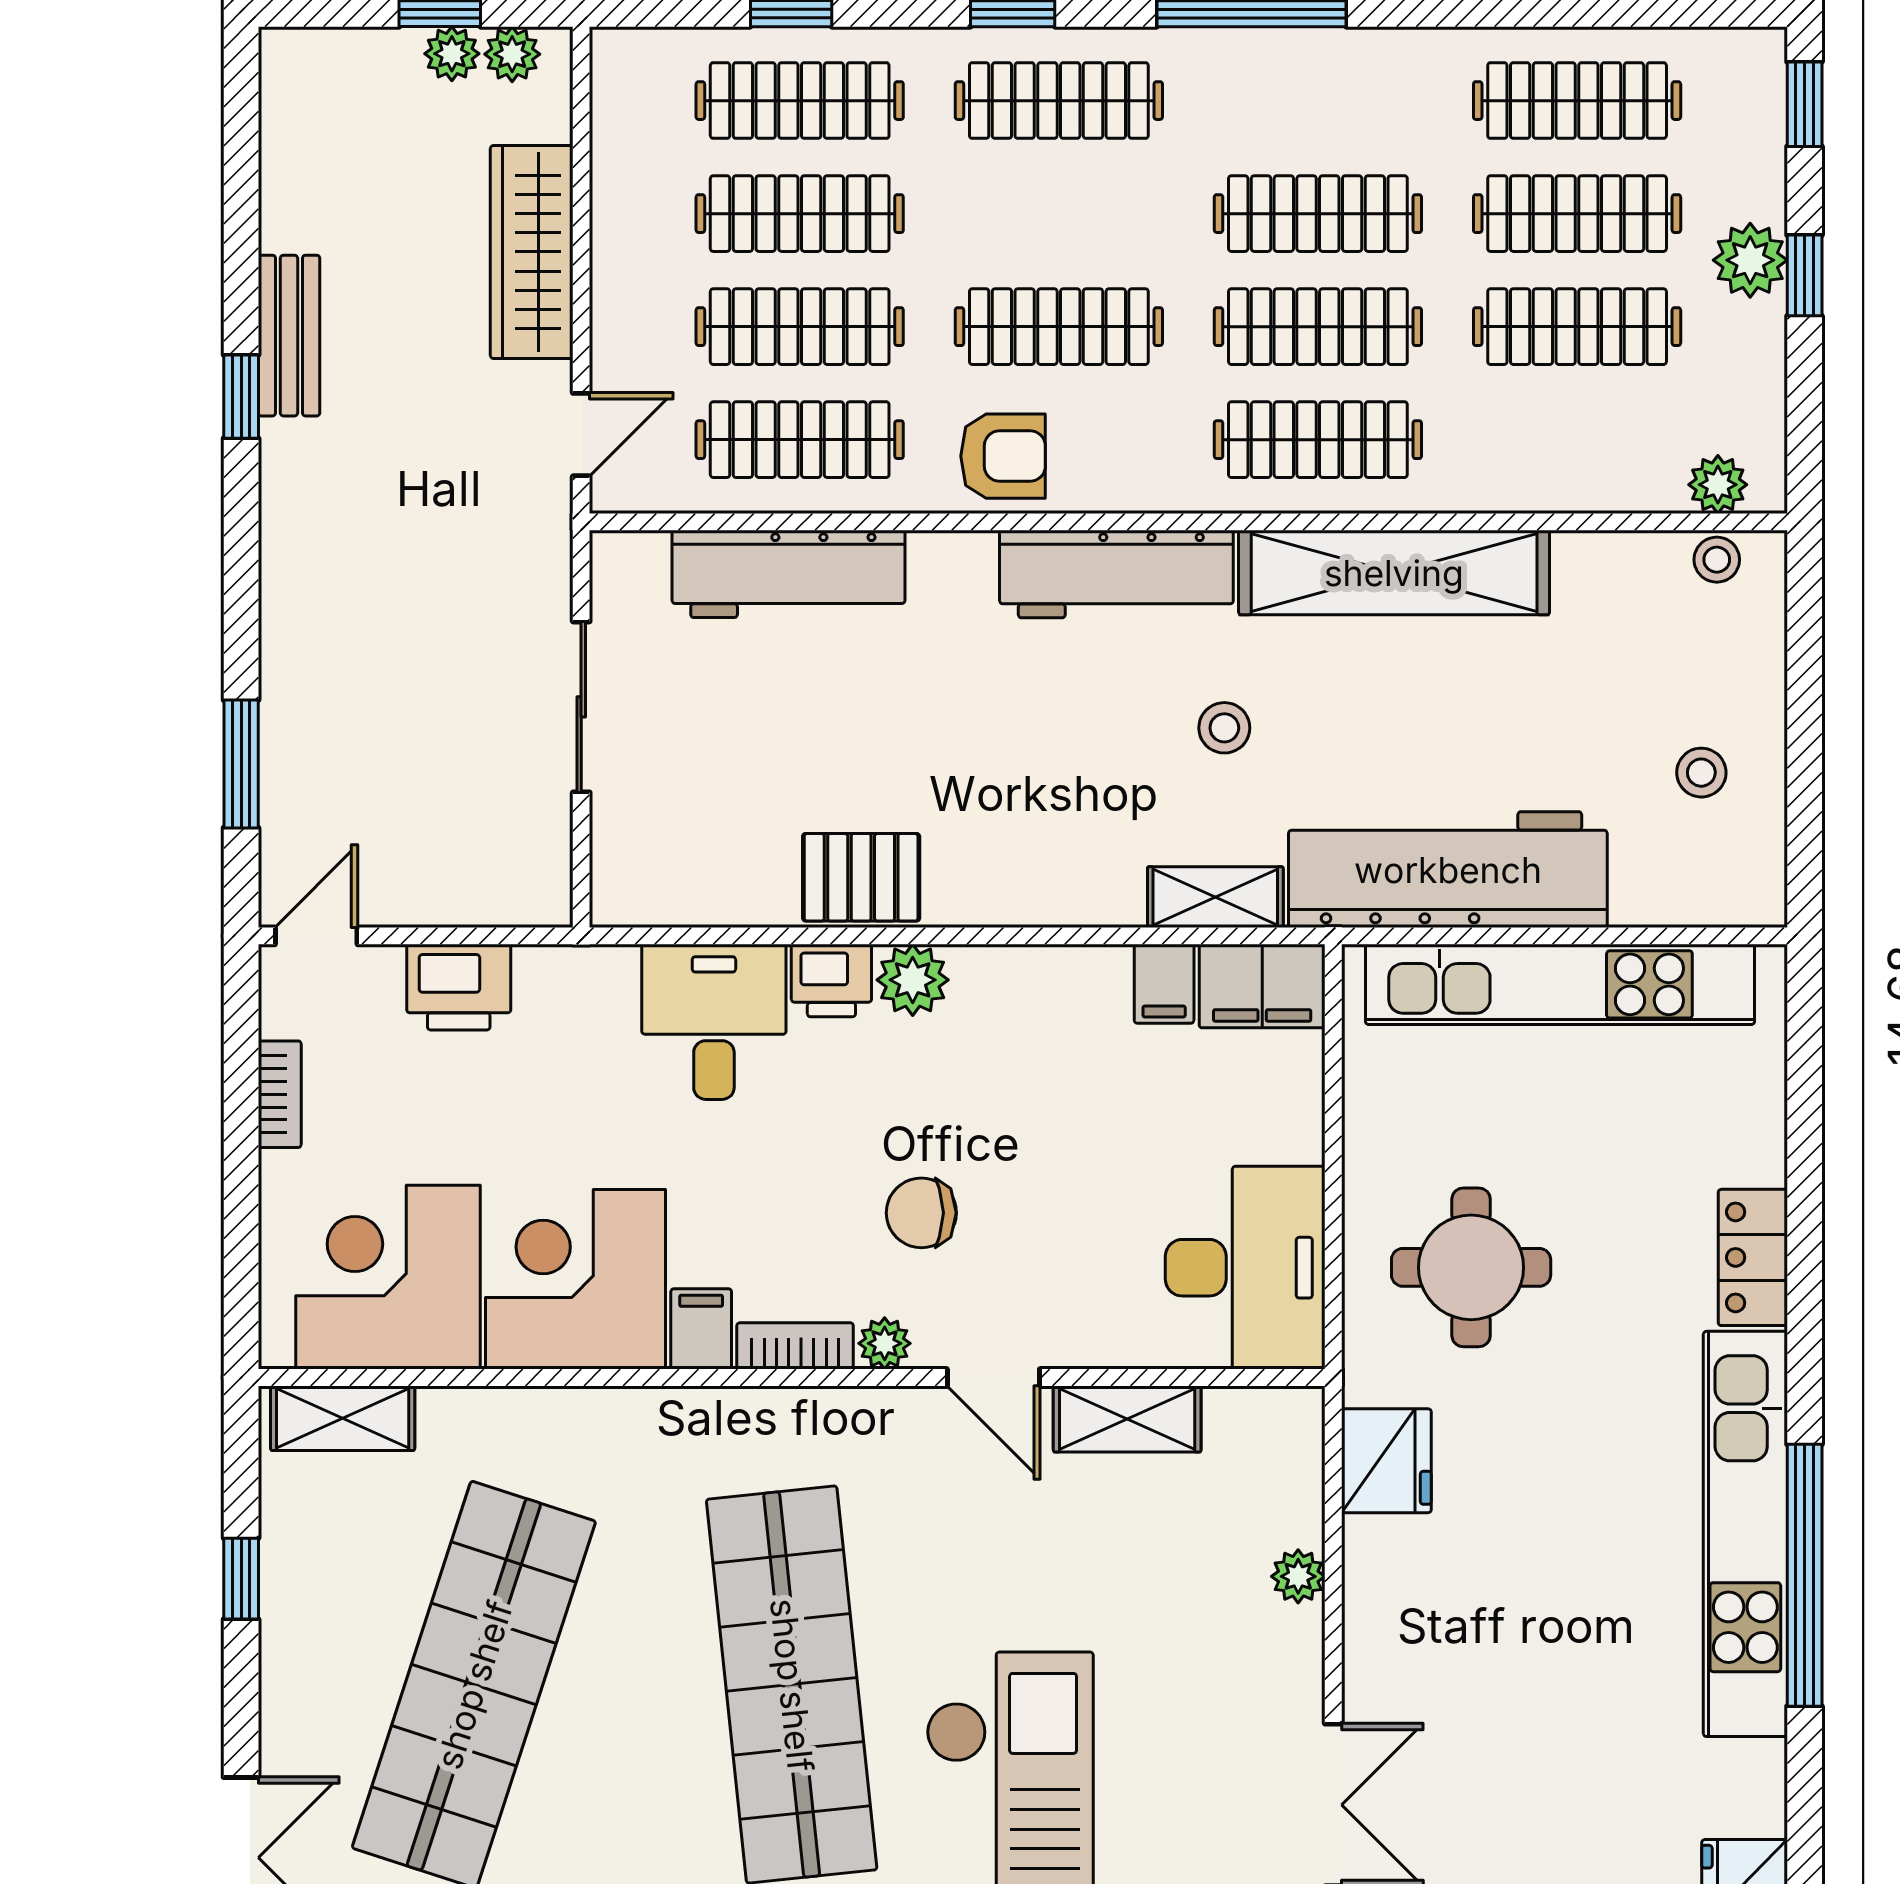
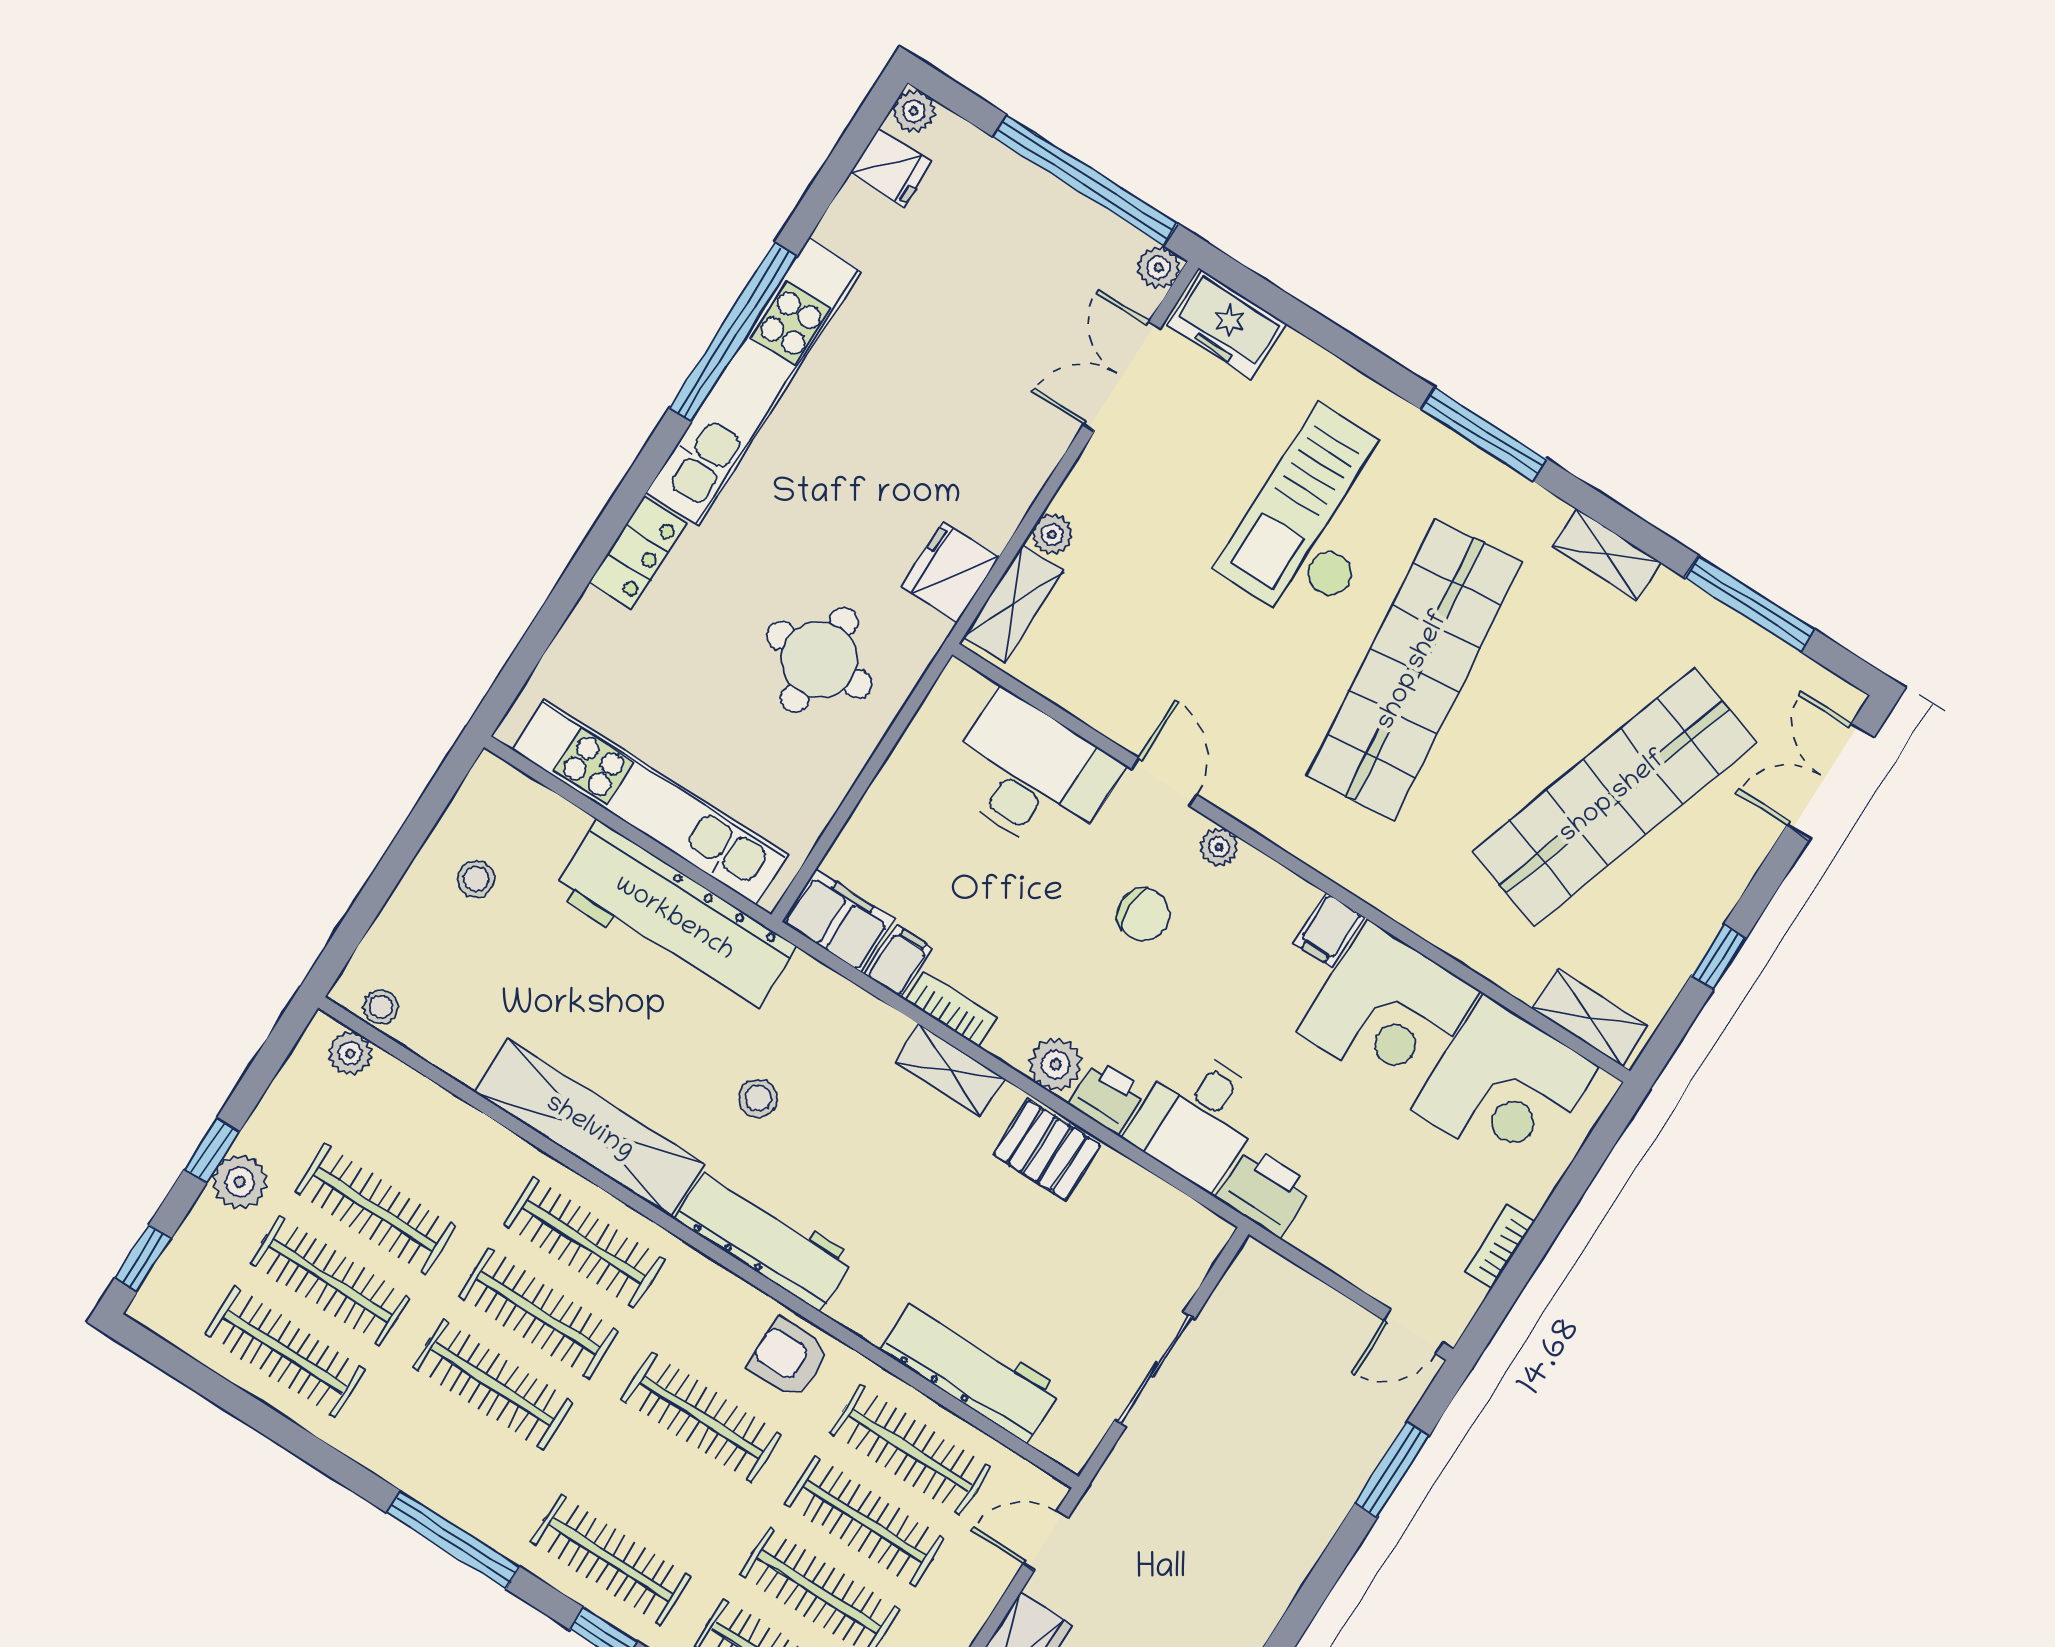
shelving: (1215, 897) -> (950, 1070), moved
printer: (459, 987) -> (1265, 1192), moved
desk: (1245, 1268) -> (1031, 775), moved, turned 90
bookcase: (795, 1346) -> (951, 1009), moved, turned 180
shelving: (1127, 1419) -> (1014, 604), moved, turned 90

